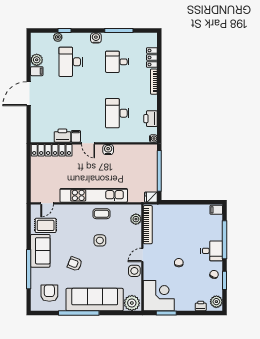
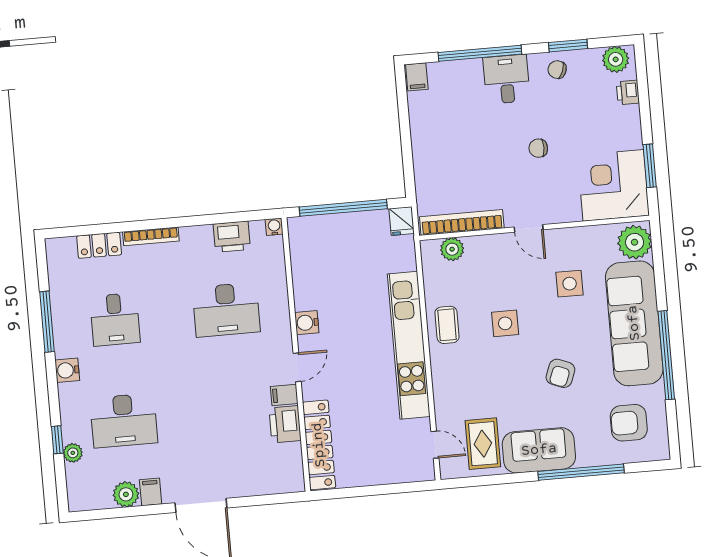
side table: (134, 271) -> (570, 284), moved

